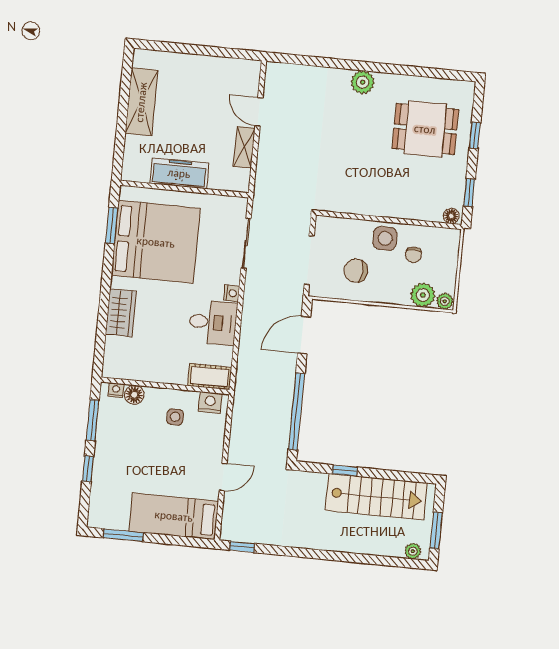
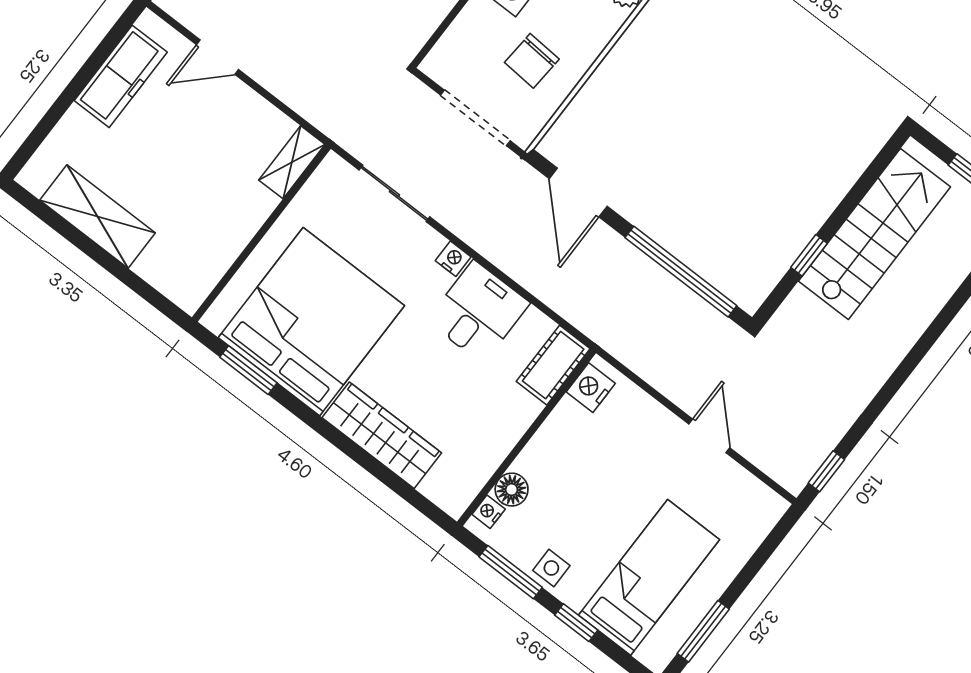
shelving: (244, 147) -> (292, 162), moved, turned 90
freezer: (179, 173) -> (121, 76), moved, turned 180
wardrobe: (121, 313) -> (382, 435), width x1.50
side table: (175, 417) -> (551, 568), moved
bed: (174, 516) -> (649, 577), moved, turned 180

